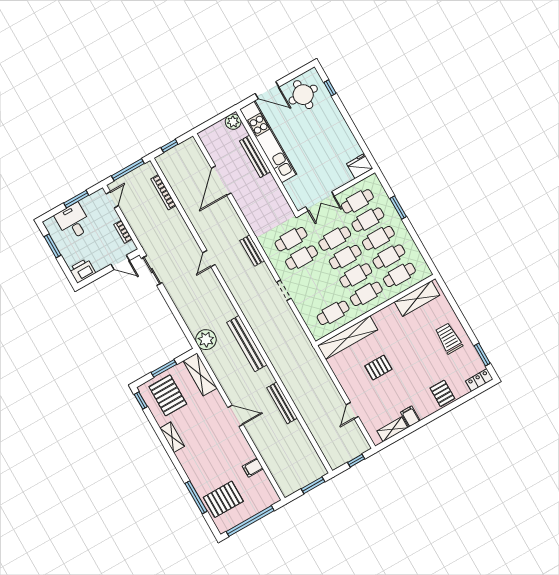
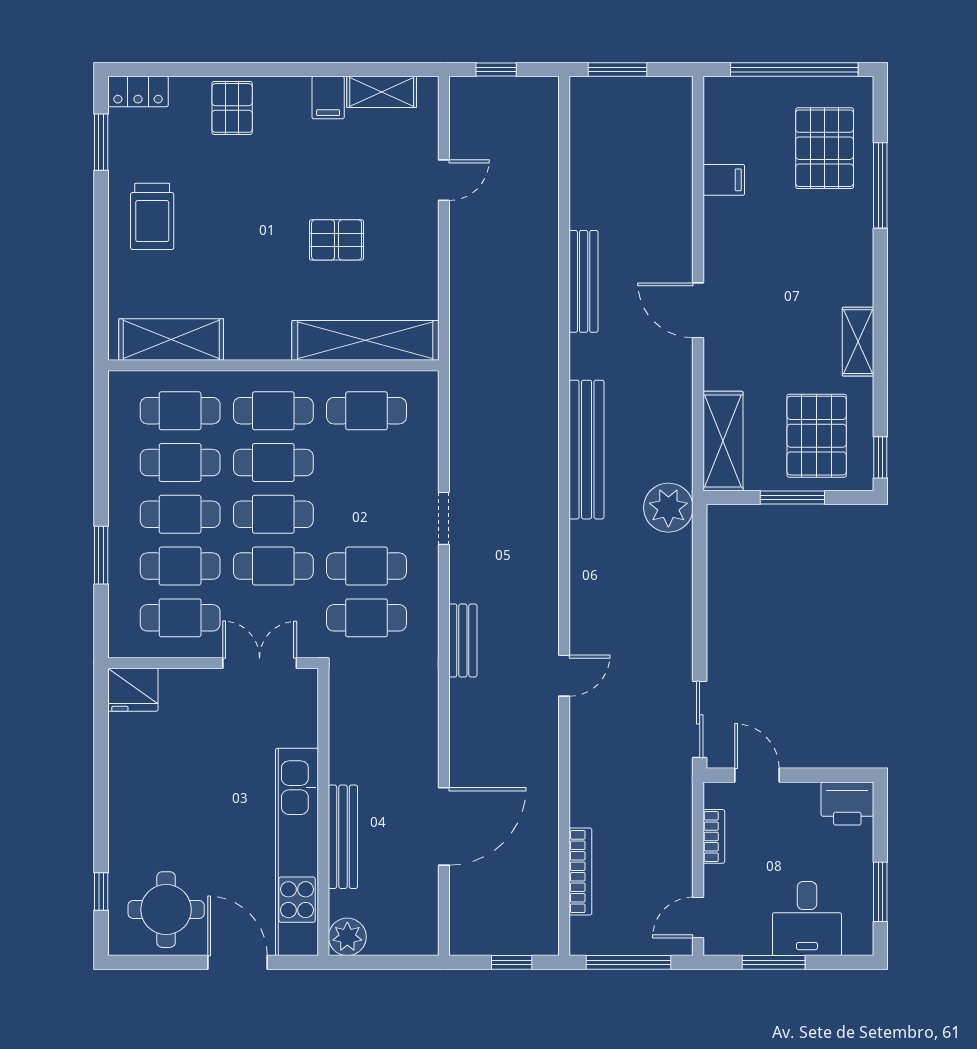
pallet: (223, 499) -> (825, 148), turned 90

